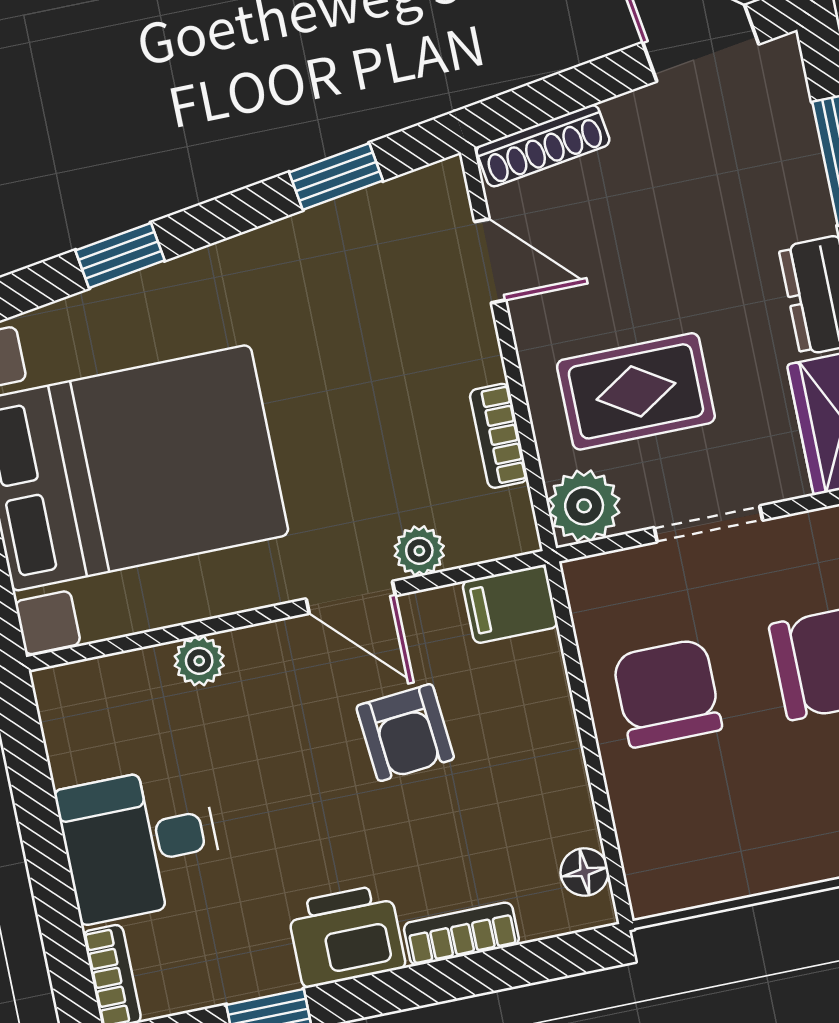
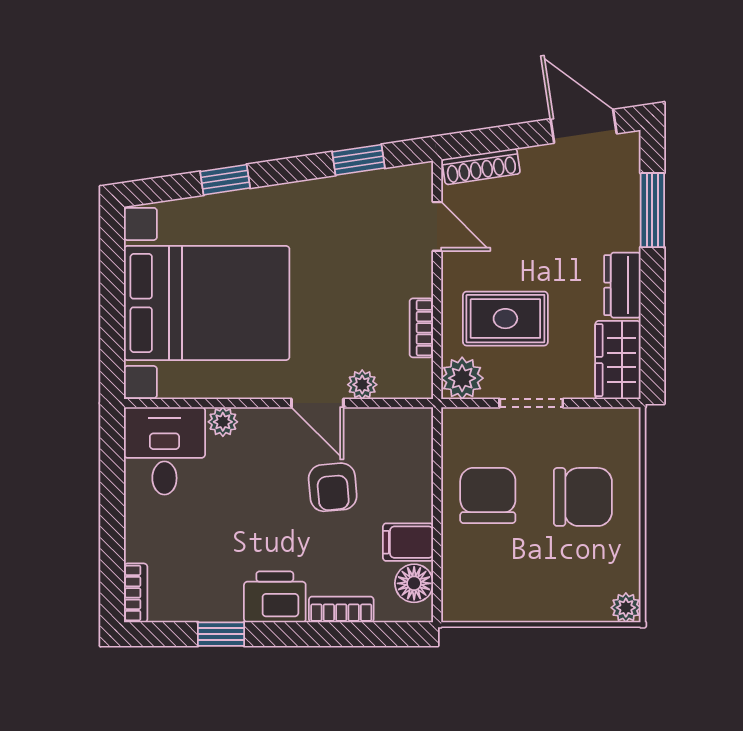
filing cabinet: (510, 604) -> (408, 542), moved
desk: (140, 844) -> (164, 451), moved, turned 90
floor lamp: (585, 872) -> (414, 583), width x1.37, depth x1.37

